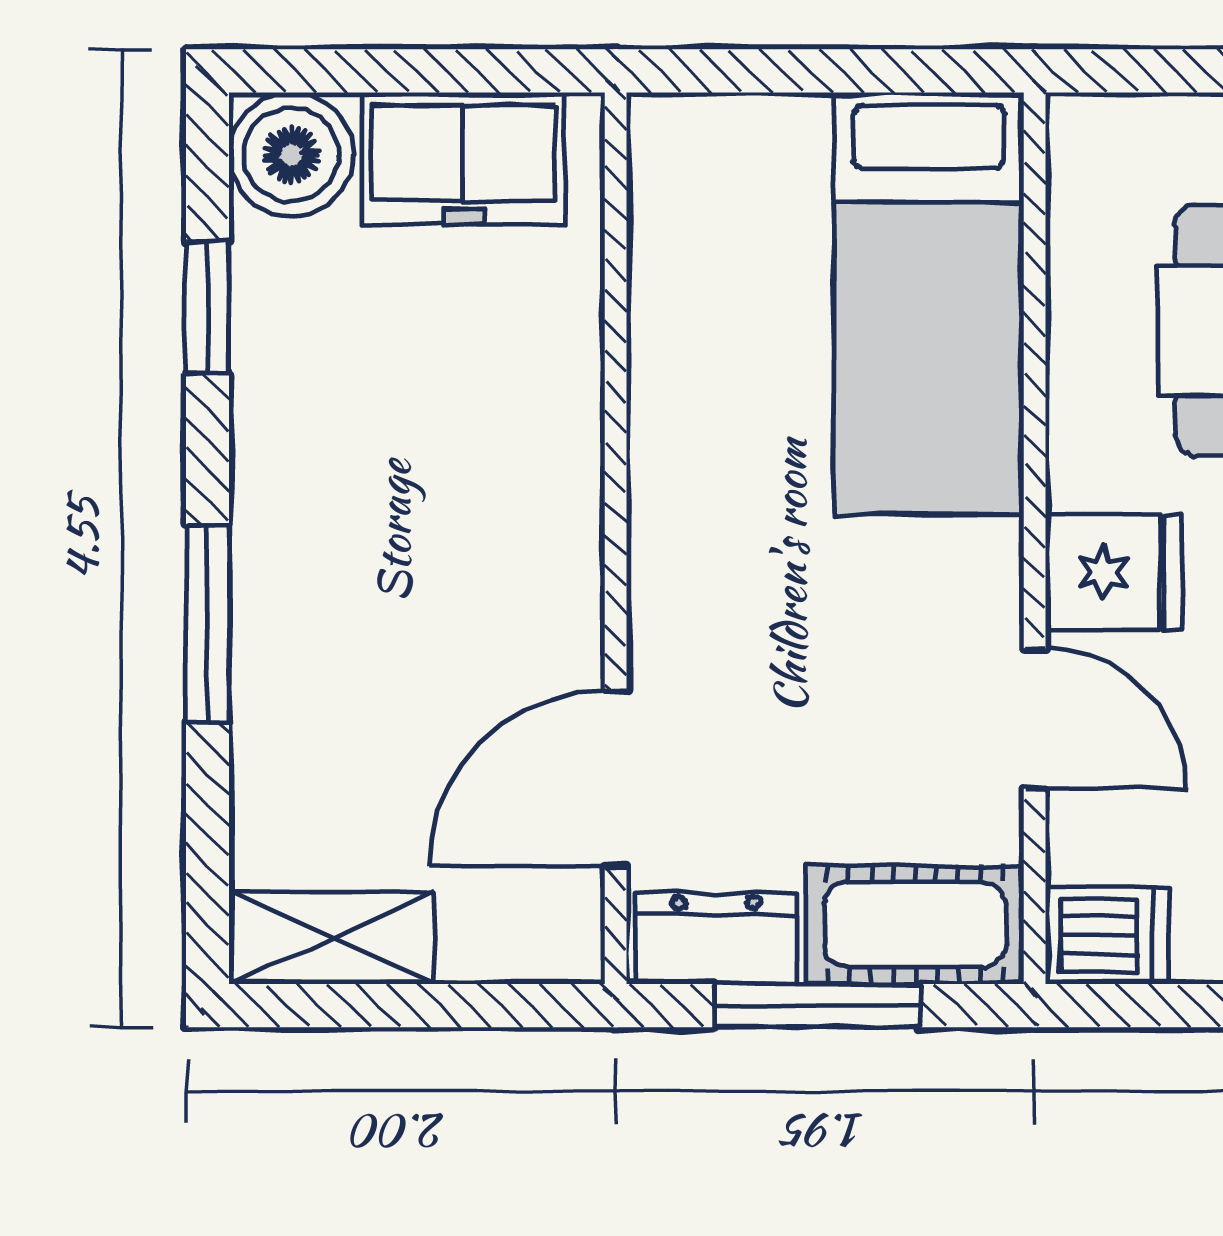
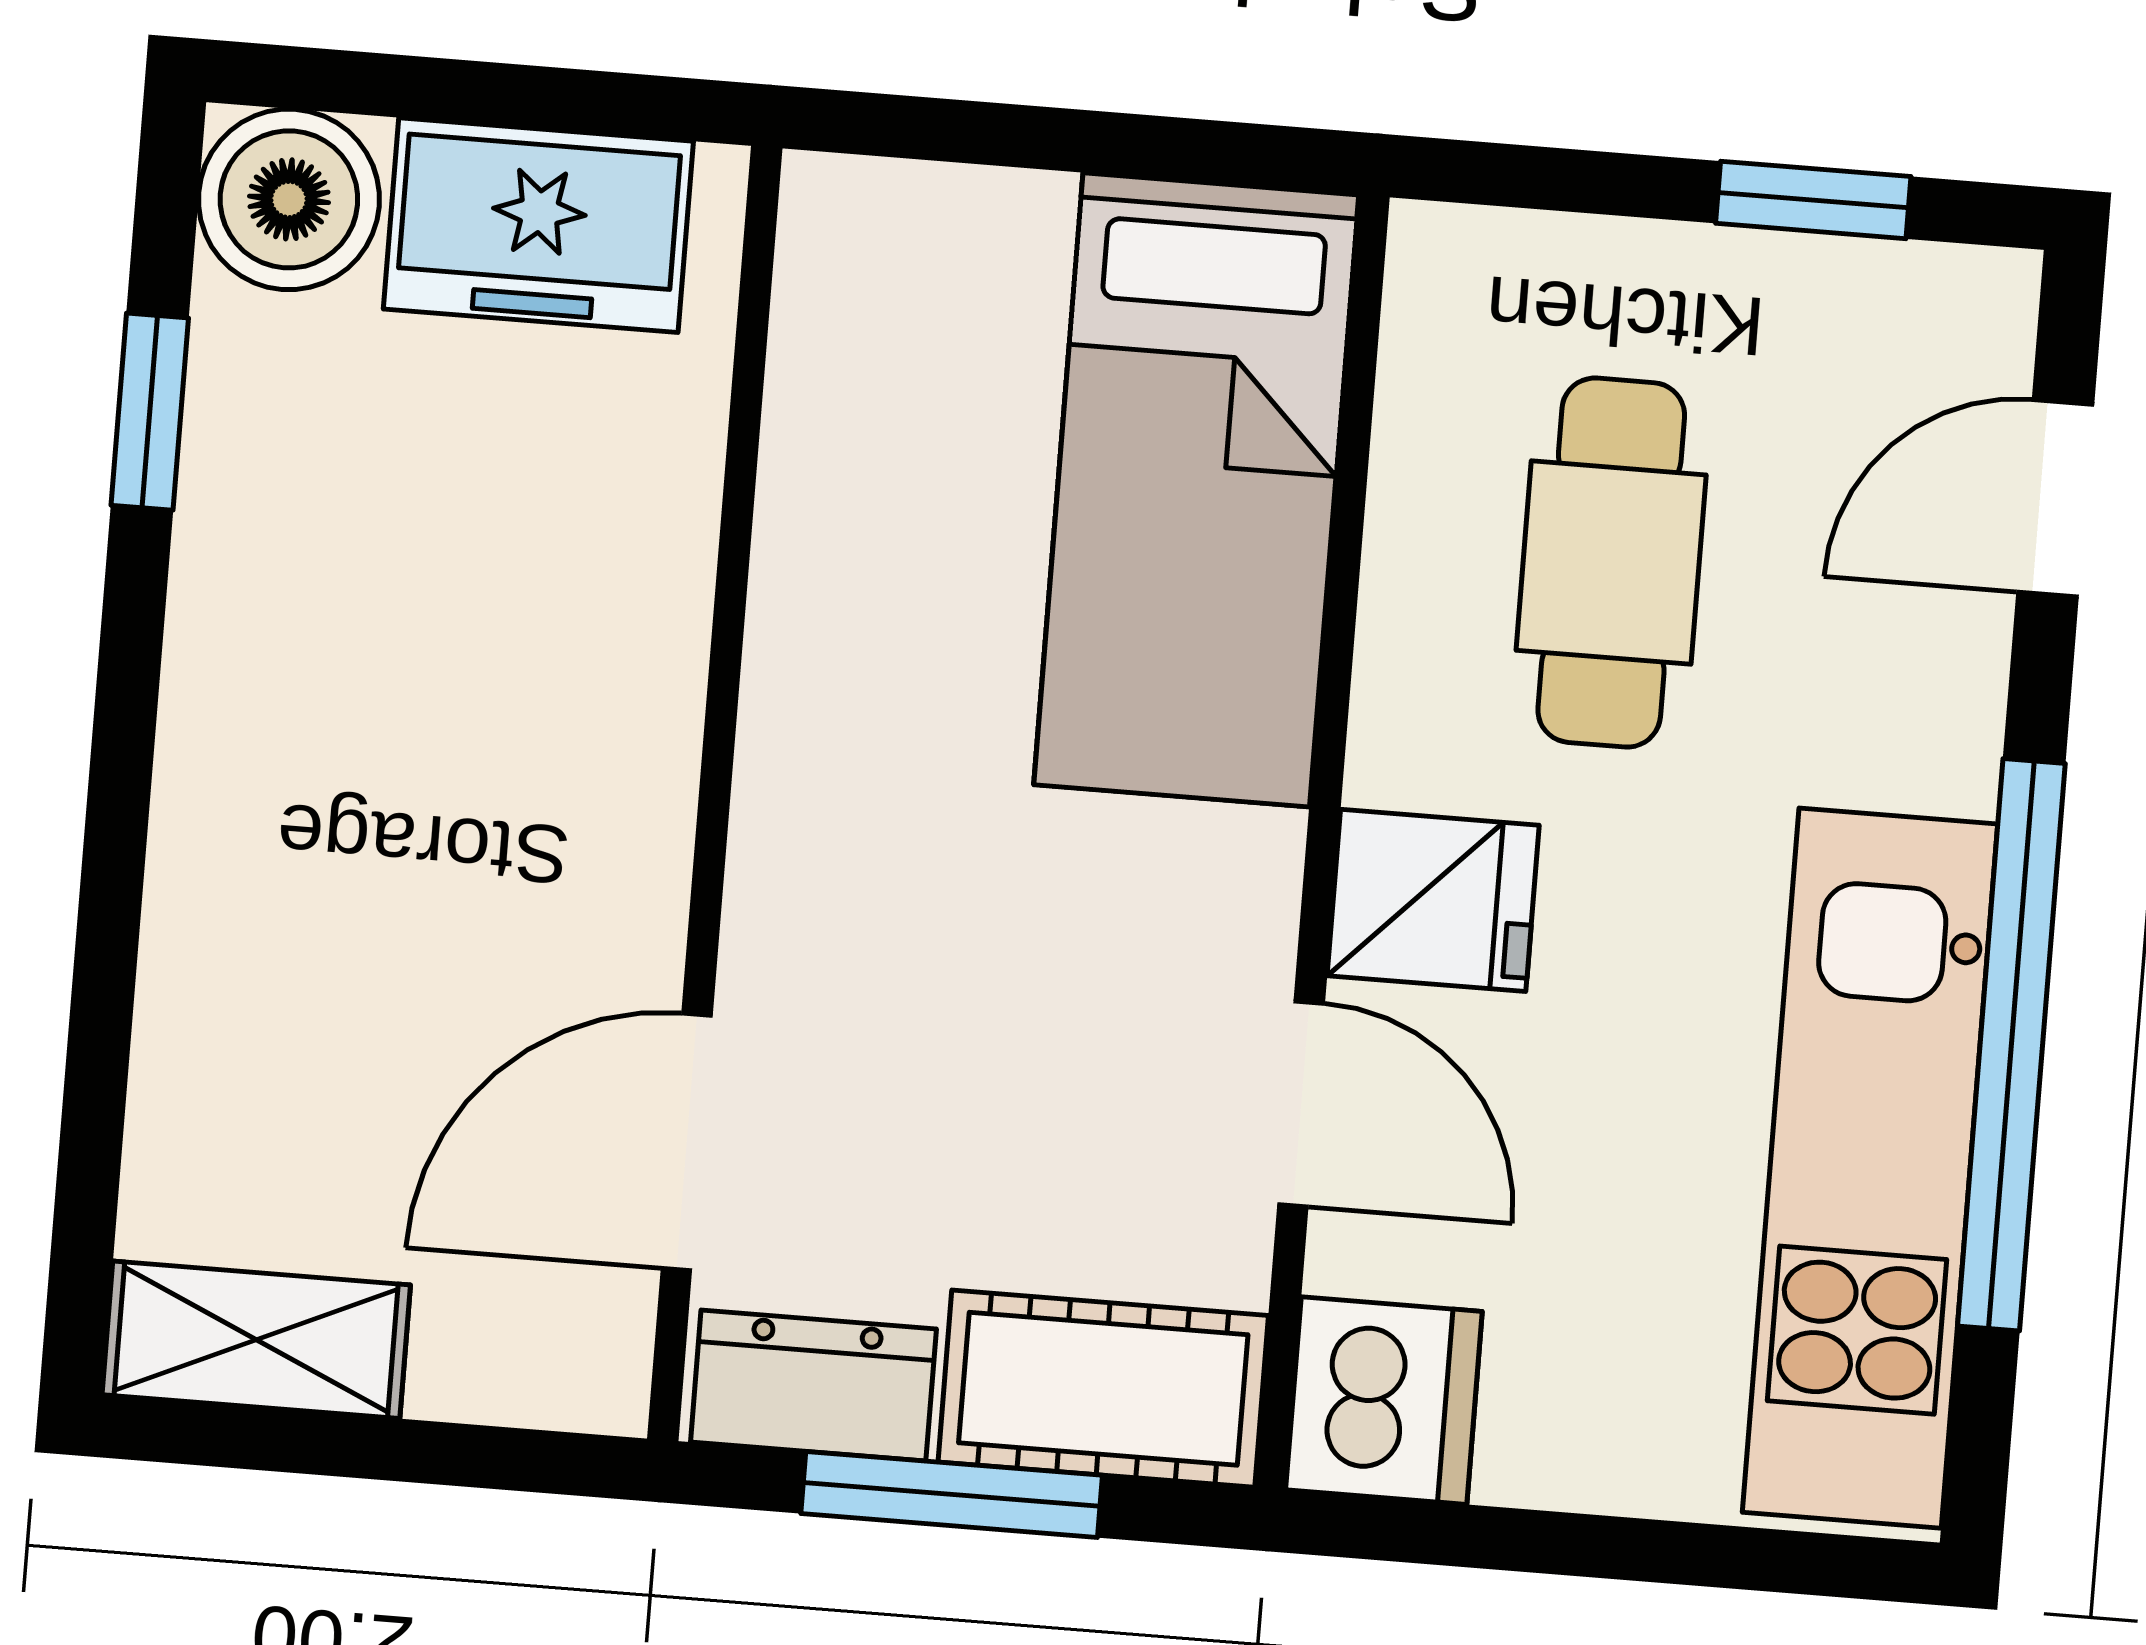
window: (207, 624) -> (113, 870), removed
dishwasher: (1108, 936) -> (1384, 1401), width x1.38

